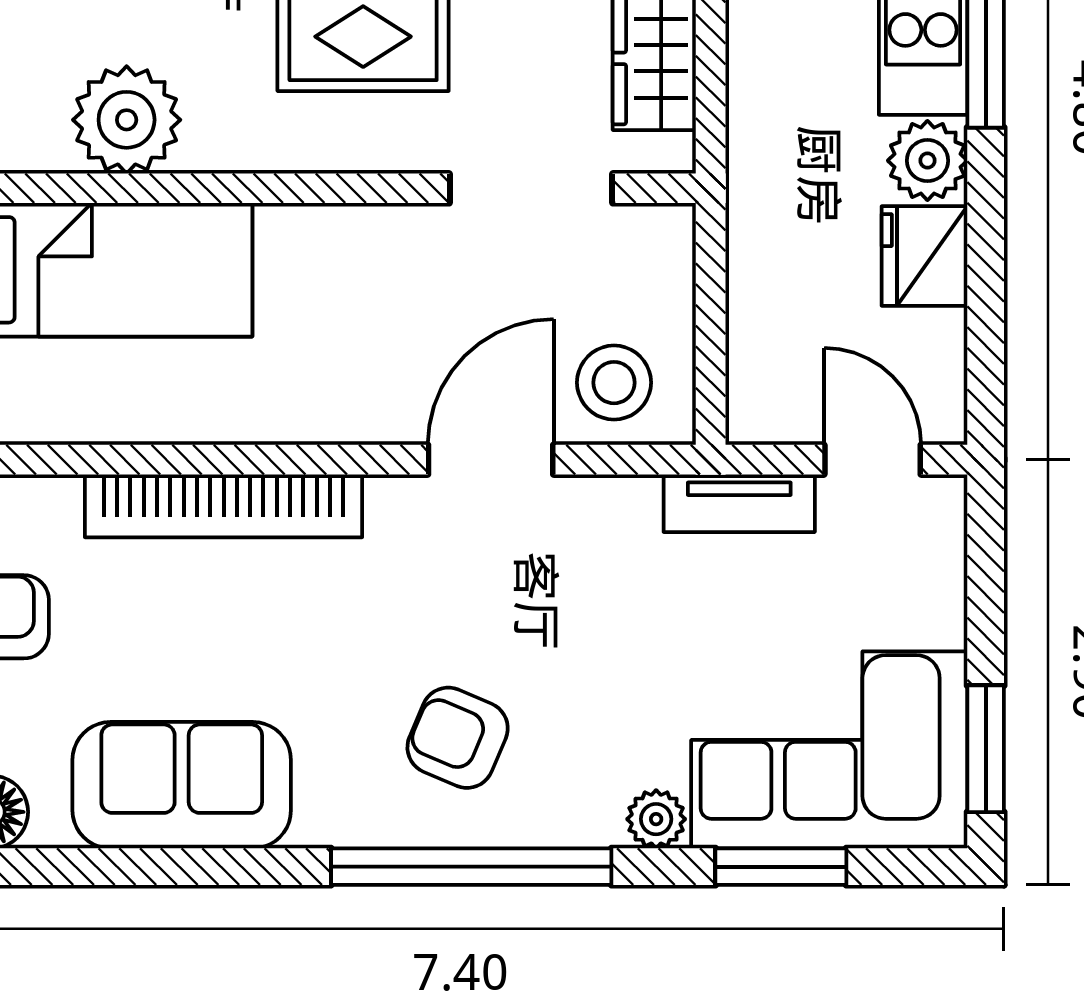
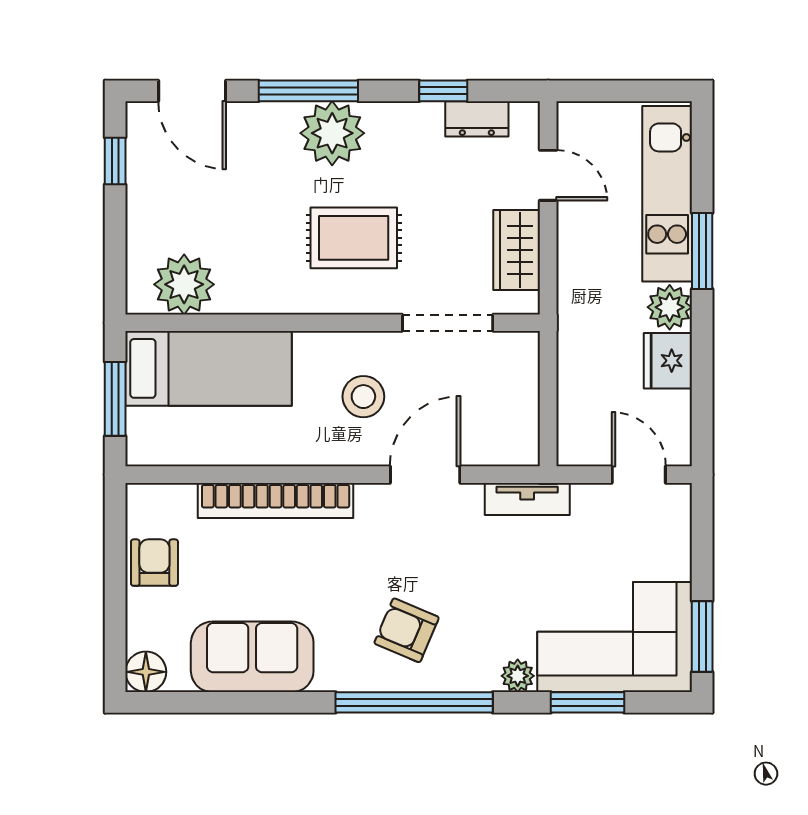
plant: (127, 120) -> (184, 284), moved
stool: (614, 383) -> (363, 397), moved
tv unit: (739, 503) -> (527, 499), moved

